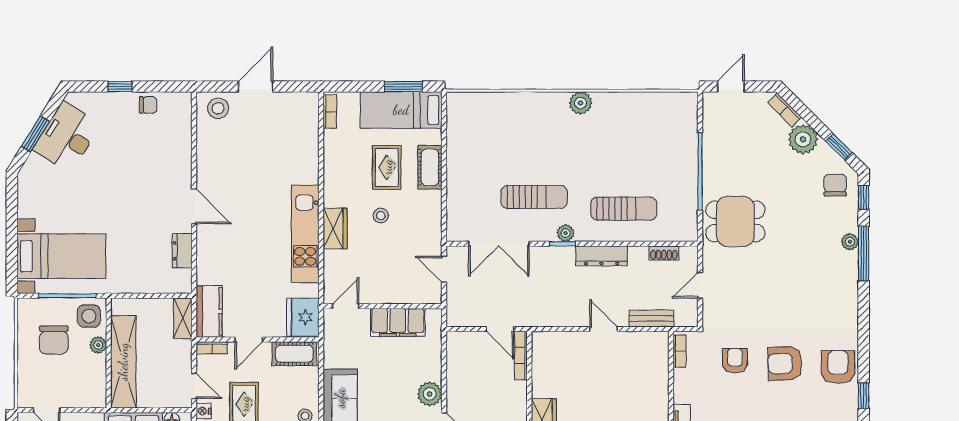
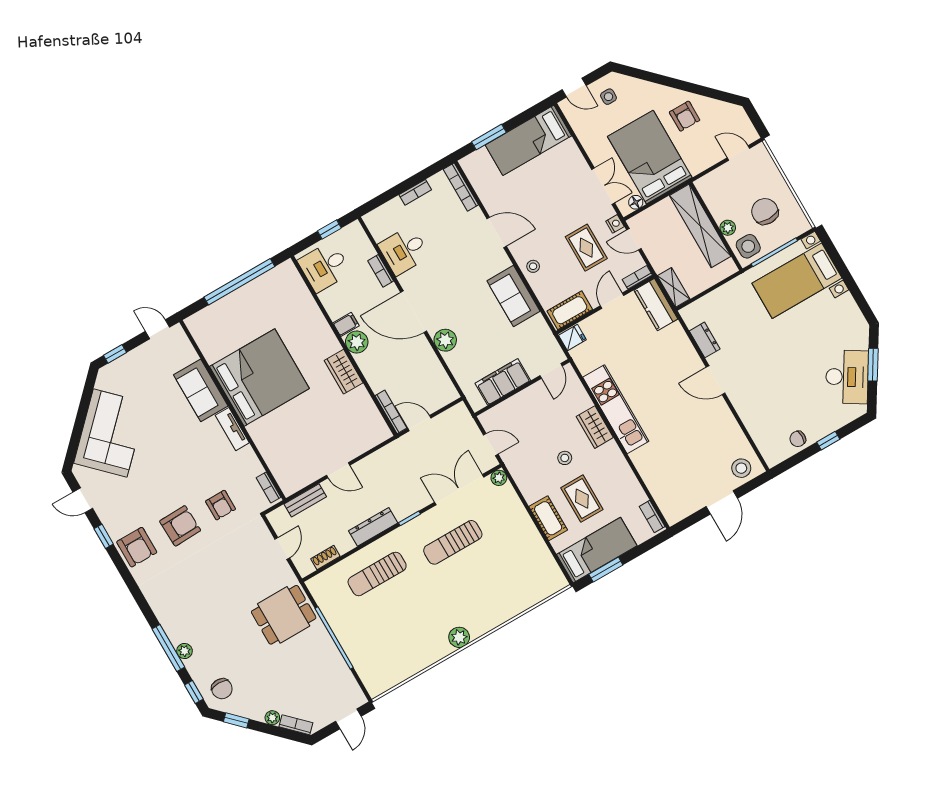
plant: (803, 139) -> (272, 718), width x0.53, depth x0.53
plant: (566, 233) -> (499, 478), moved
fridge: (303, 317) -> (572, 338), width x0.53, depth x0.75

